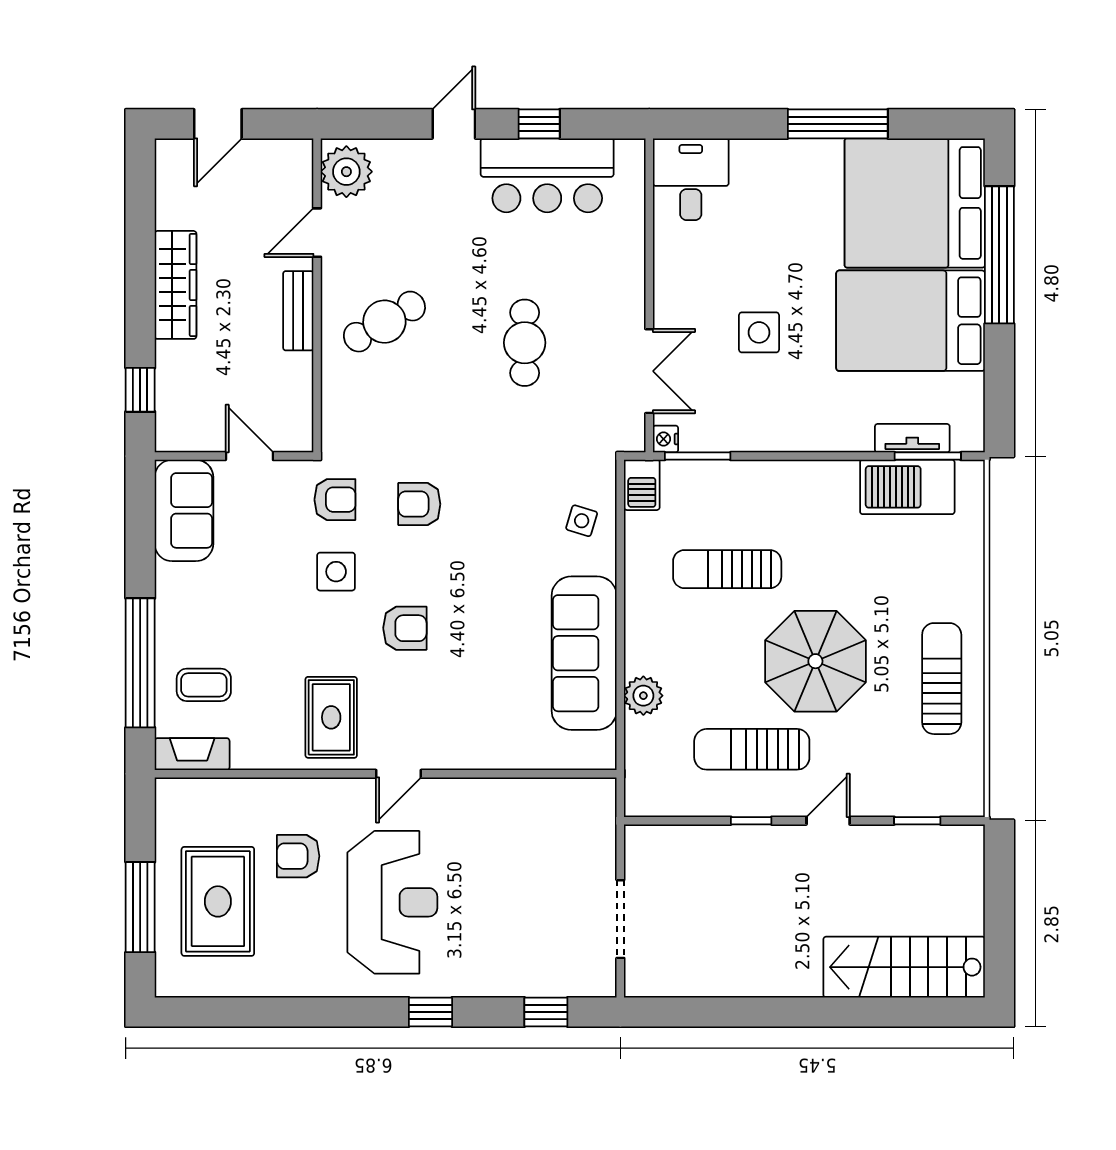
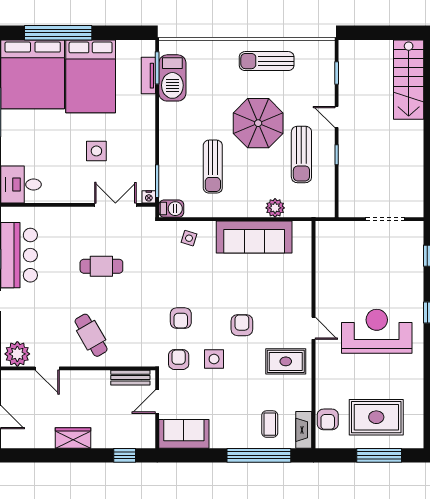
wardrobe: (176, 285) -> (73, 438), width x0.67
bench: (298, 311) -> (130, 378), moved
armchair: (298, 856) -> (328, 419), moved

